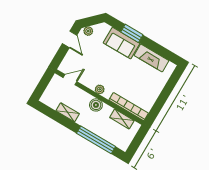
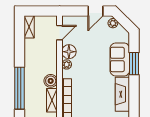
door: (70, 80) -> (60, 33), hinge flipped
floor lamp: (90, 81) -> (69, 52), added
boiler: (96, 105) -> (51, 81), moved
shelving: (68, 112) -> (29, 27), moved

